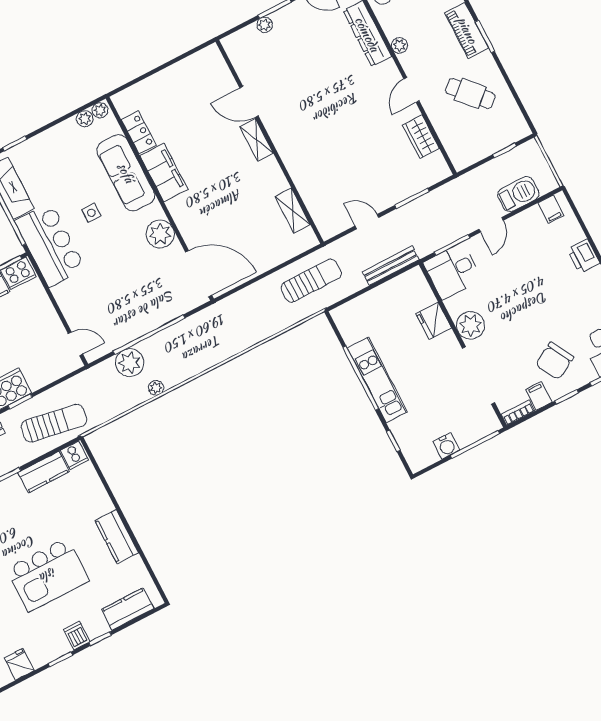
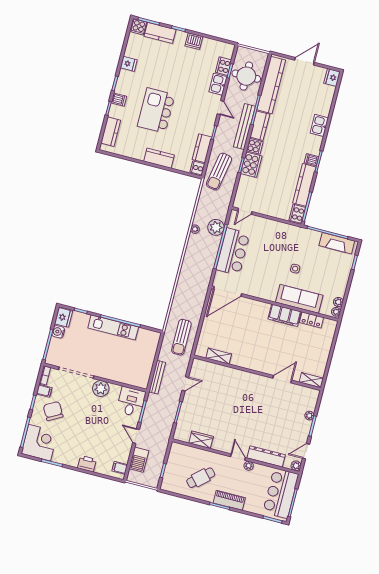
door: (411, 90) -> (238, 457), moved
shelving: (257, 140) -> (311, 380), moved
plant: (160, 234) -> (260, 290), removed
bar counter: (50, 245) -> (233, 252), moved, turned -90
fridge: (434, 321) -> (63, 317), moved, turned 90
kitchen counter: (117, 537) -> (159, 158), moved

